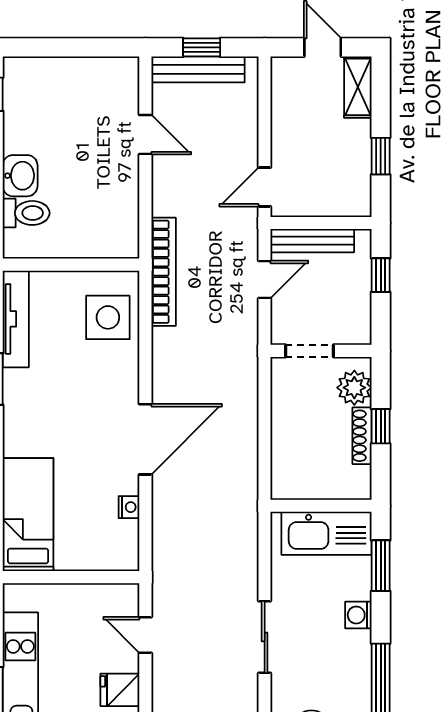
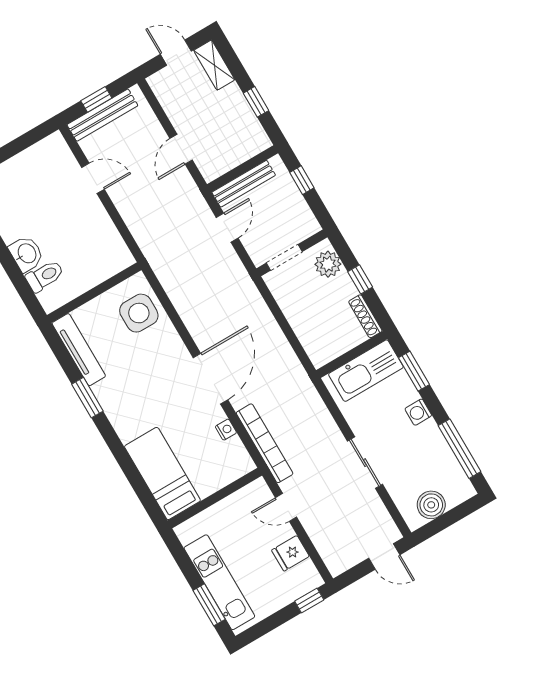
door: (265, 187) -> (181, 149), moved
bookcase: (164, 272) -> (265, 443), moved
shoe rack: (362, 436) -> (365, 316), moved

